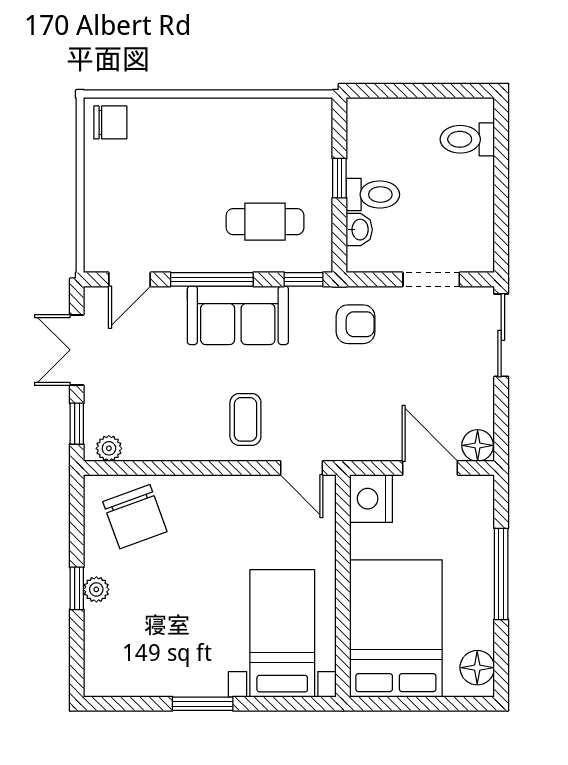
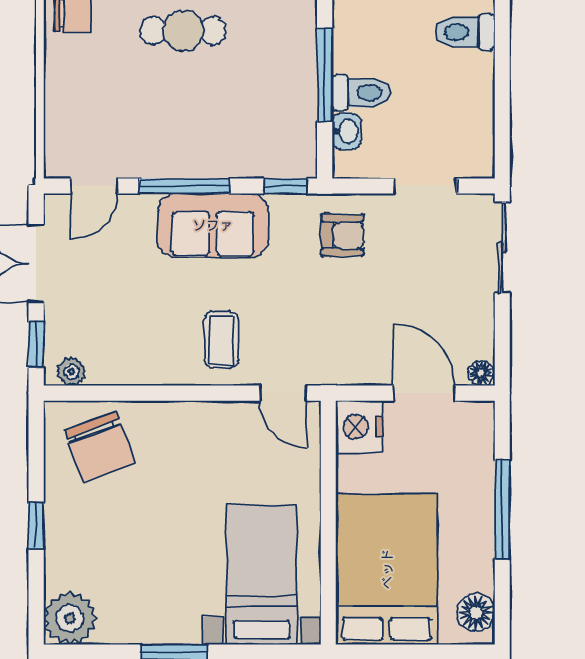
window: (339, 178) -> (325, 75), width x2.17
cafe table: (265, 222) -> (183, 31), moved
floor lamp: (478, 445) -> (481, 373), width x0.73, depth x0.73
plant: (96, 589) -> (70, 618), moved, width x1.88, depth x1.88

